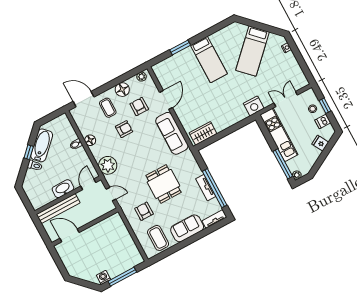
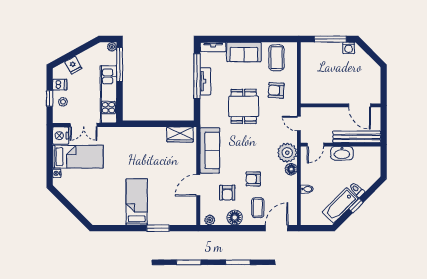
bed: (252, 51) -> (78, 157), moved, turned 45
door: (84, 99) -> (277, 228), swing flipped
nightstand: (254, 106) -> (61, 136), moved, turned -90
floor lamp: (90, 140) -> (291, 169), moved
armchair: (144, 211) -> (276, 90), turned 93

